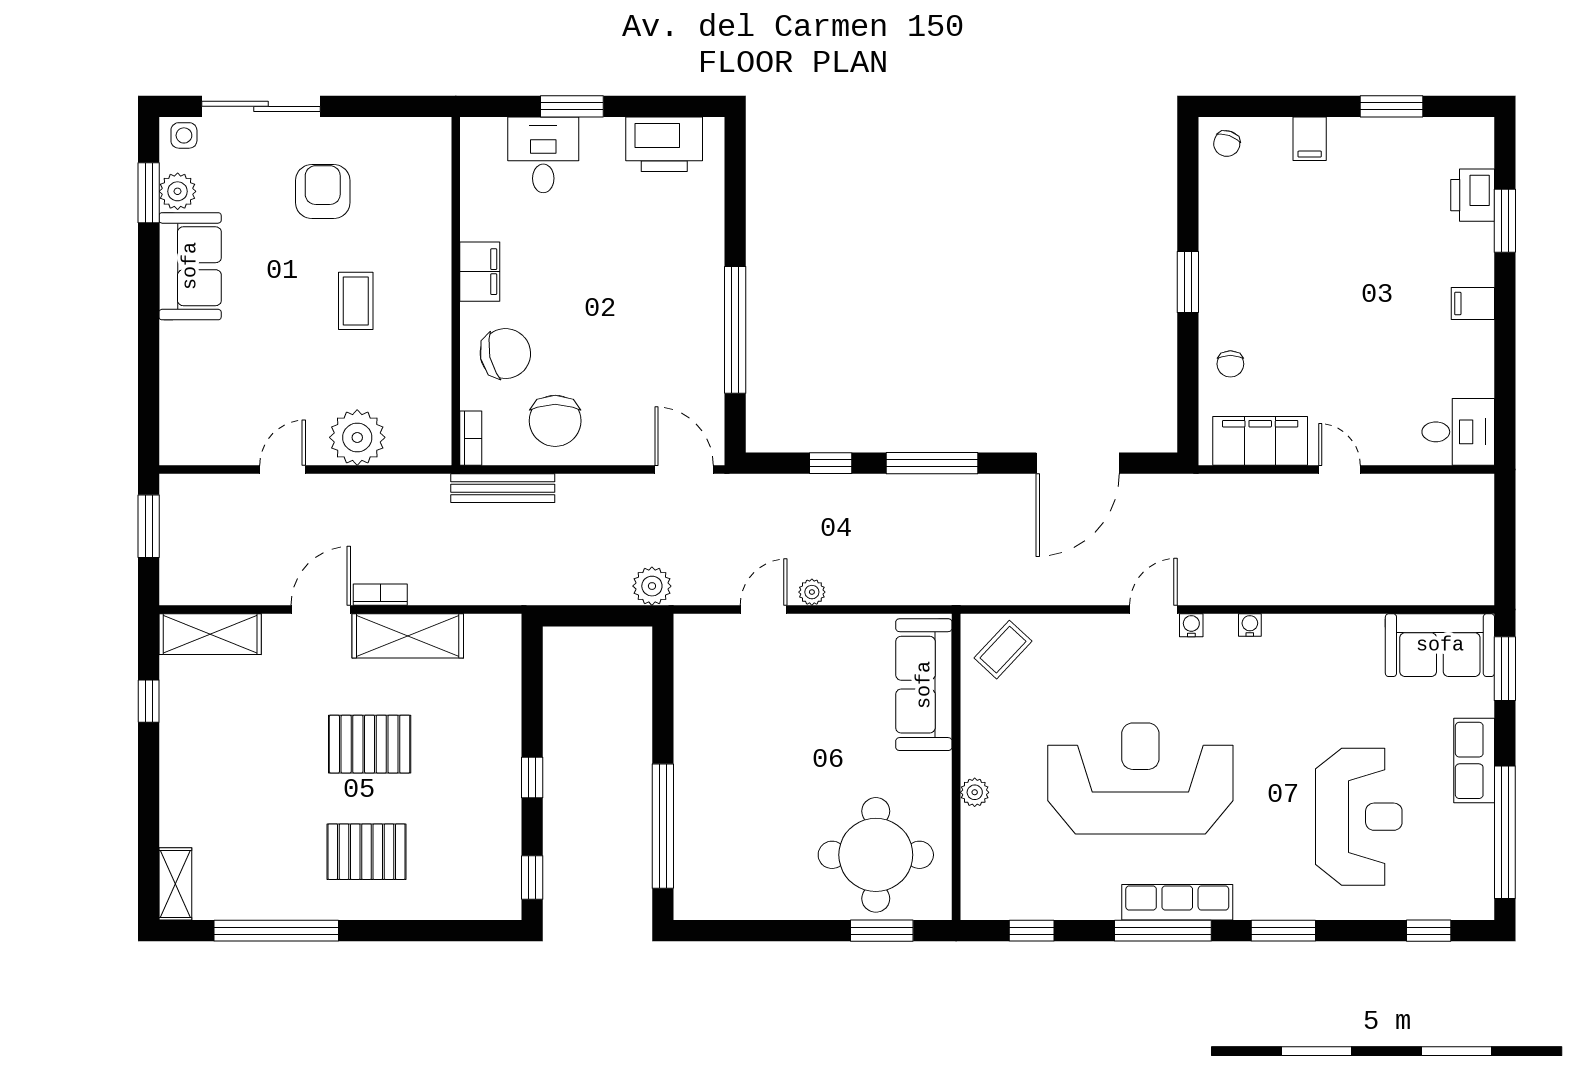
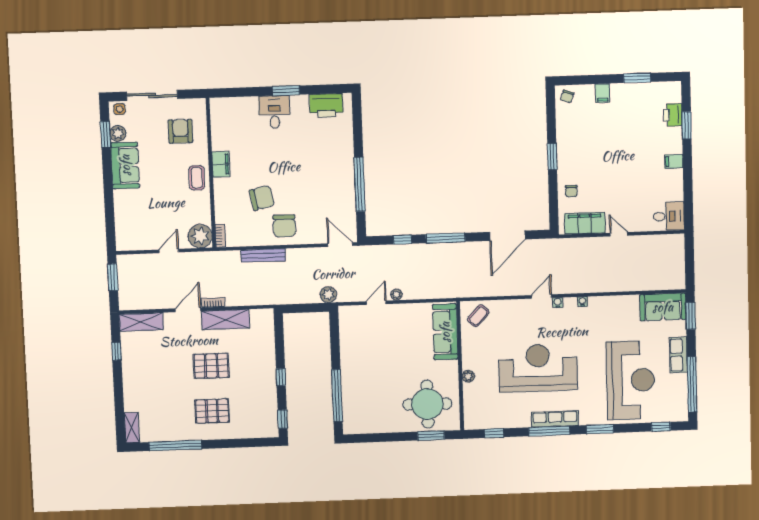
filing cabinet: (480, 272) -> (221, 164), moved
wall: (456, 291) -> (211, 173), moved
bookcase: (471, 438) -> (220, 236), moved
reception desk: (1359, 817) -> (630, 380), width x1.36, depth x1.30

